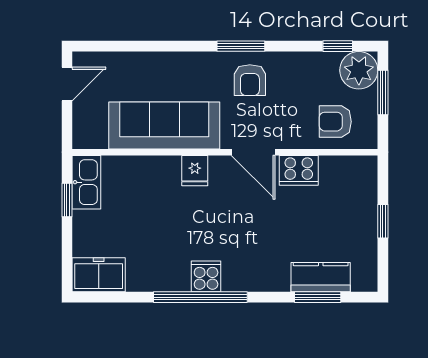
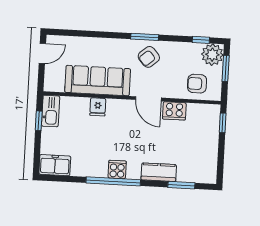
armchair: (250, 80) -> (149, 57), turned 49
fridge: (195, 171) -> (98, 107), moved
window: (383, 221) -> (223, 123), moved
kitchen counter: (321, 277) -> (159, 172), moved

